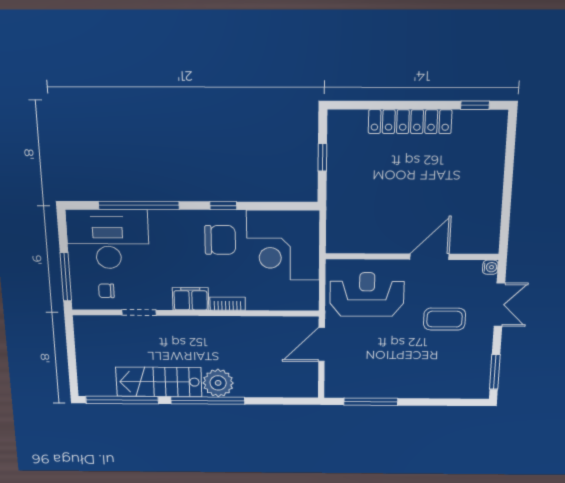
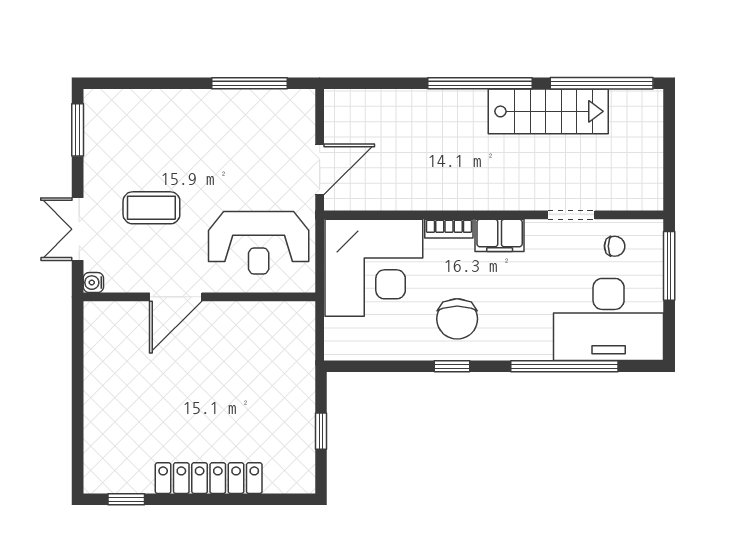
chair: (220, 240) -> (457, 319), turned -90
corner desk: (283, 245) -> (374, 268), moved, turned 90
plant: (218, 383) -> (465, 110), removed

